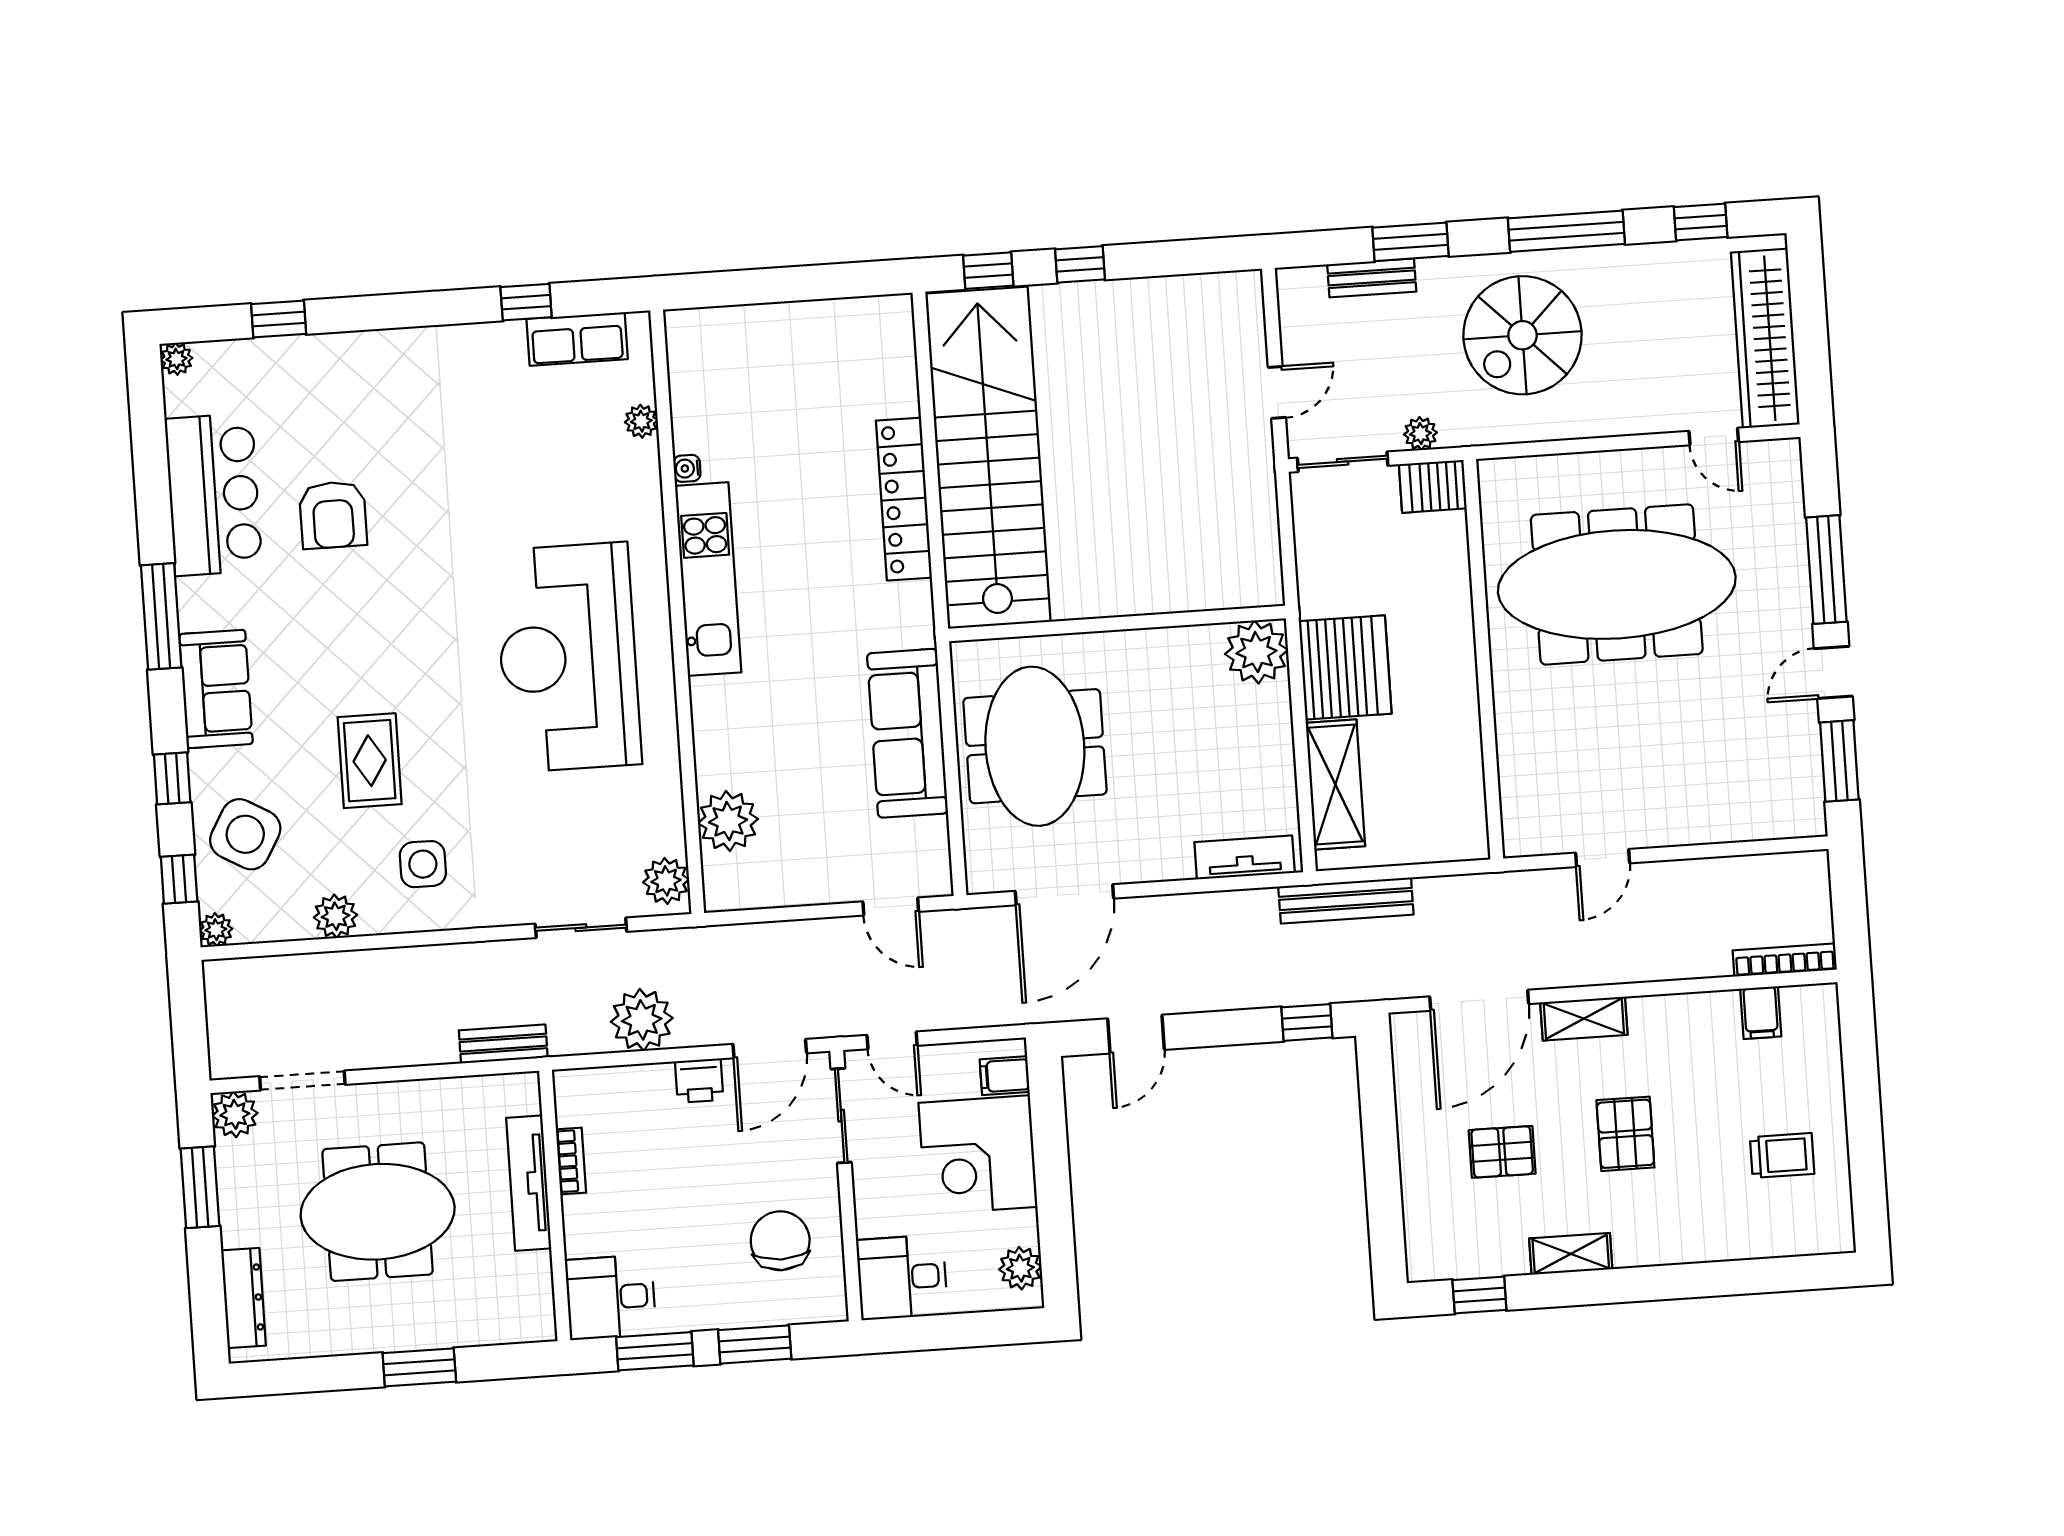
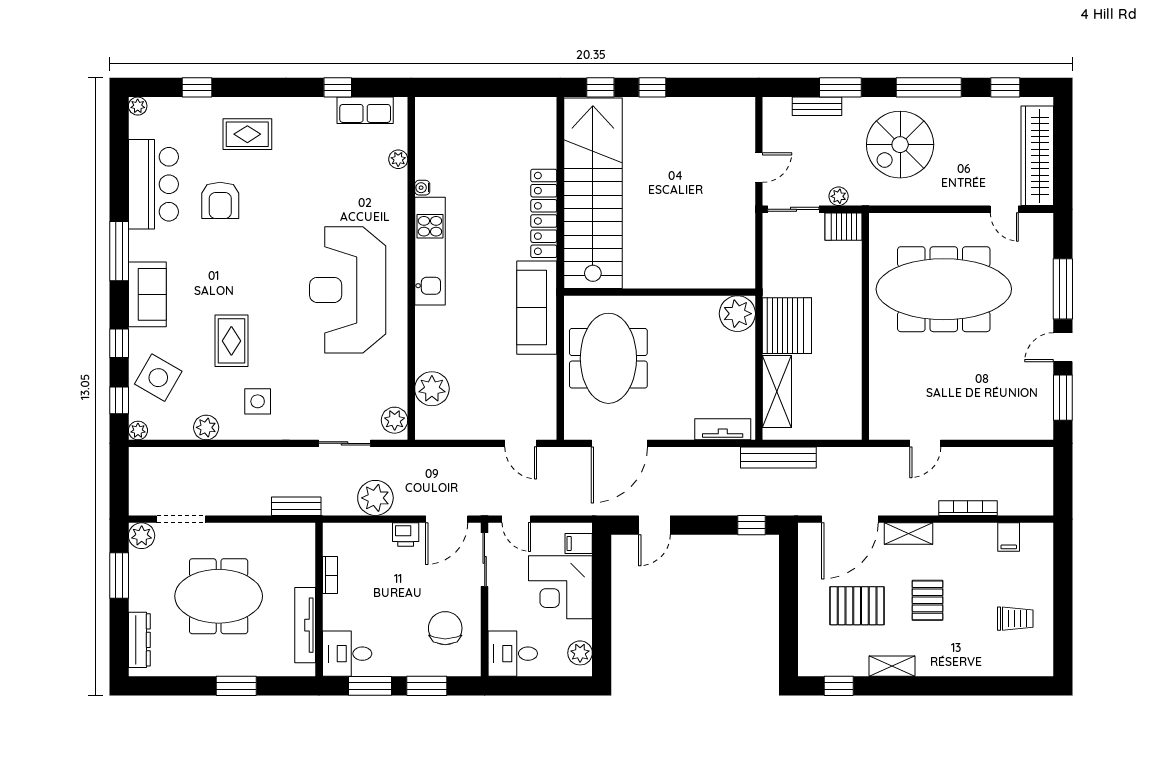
rug: (373, 395) -> (247, 134), added
sofa: (907, 733) -> (537, 308), moved
bookcase: (1785, 960) -> (968, 508), moved
pallet: (1502, 1152) -> (857, 606), width x1.50, depth x1.42
tv unit: (529, 1183) -> (305, 625), moved

